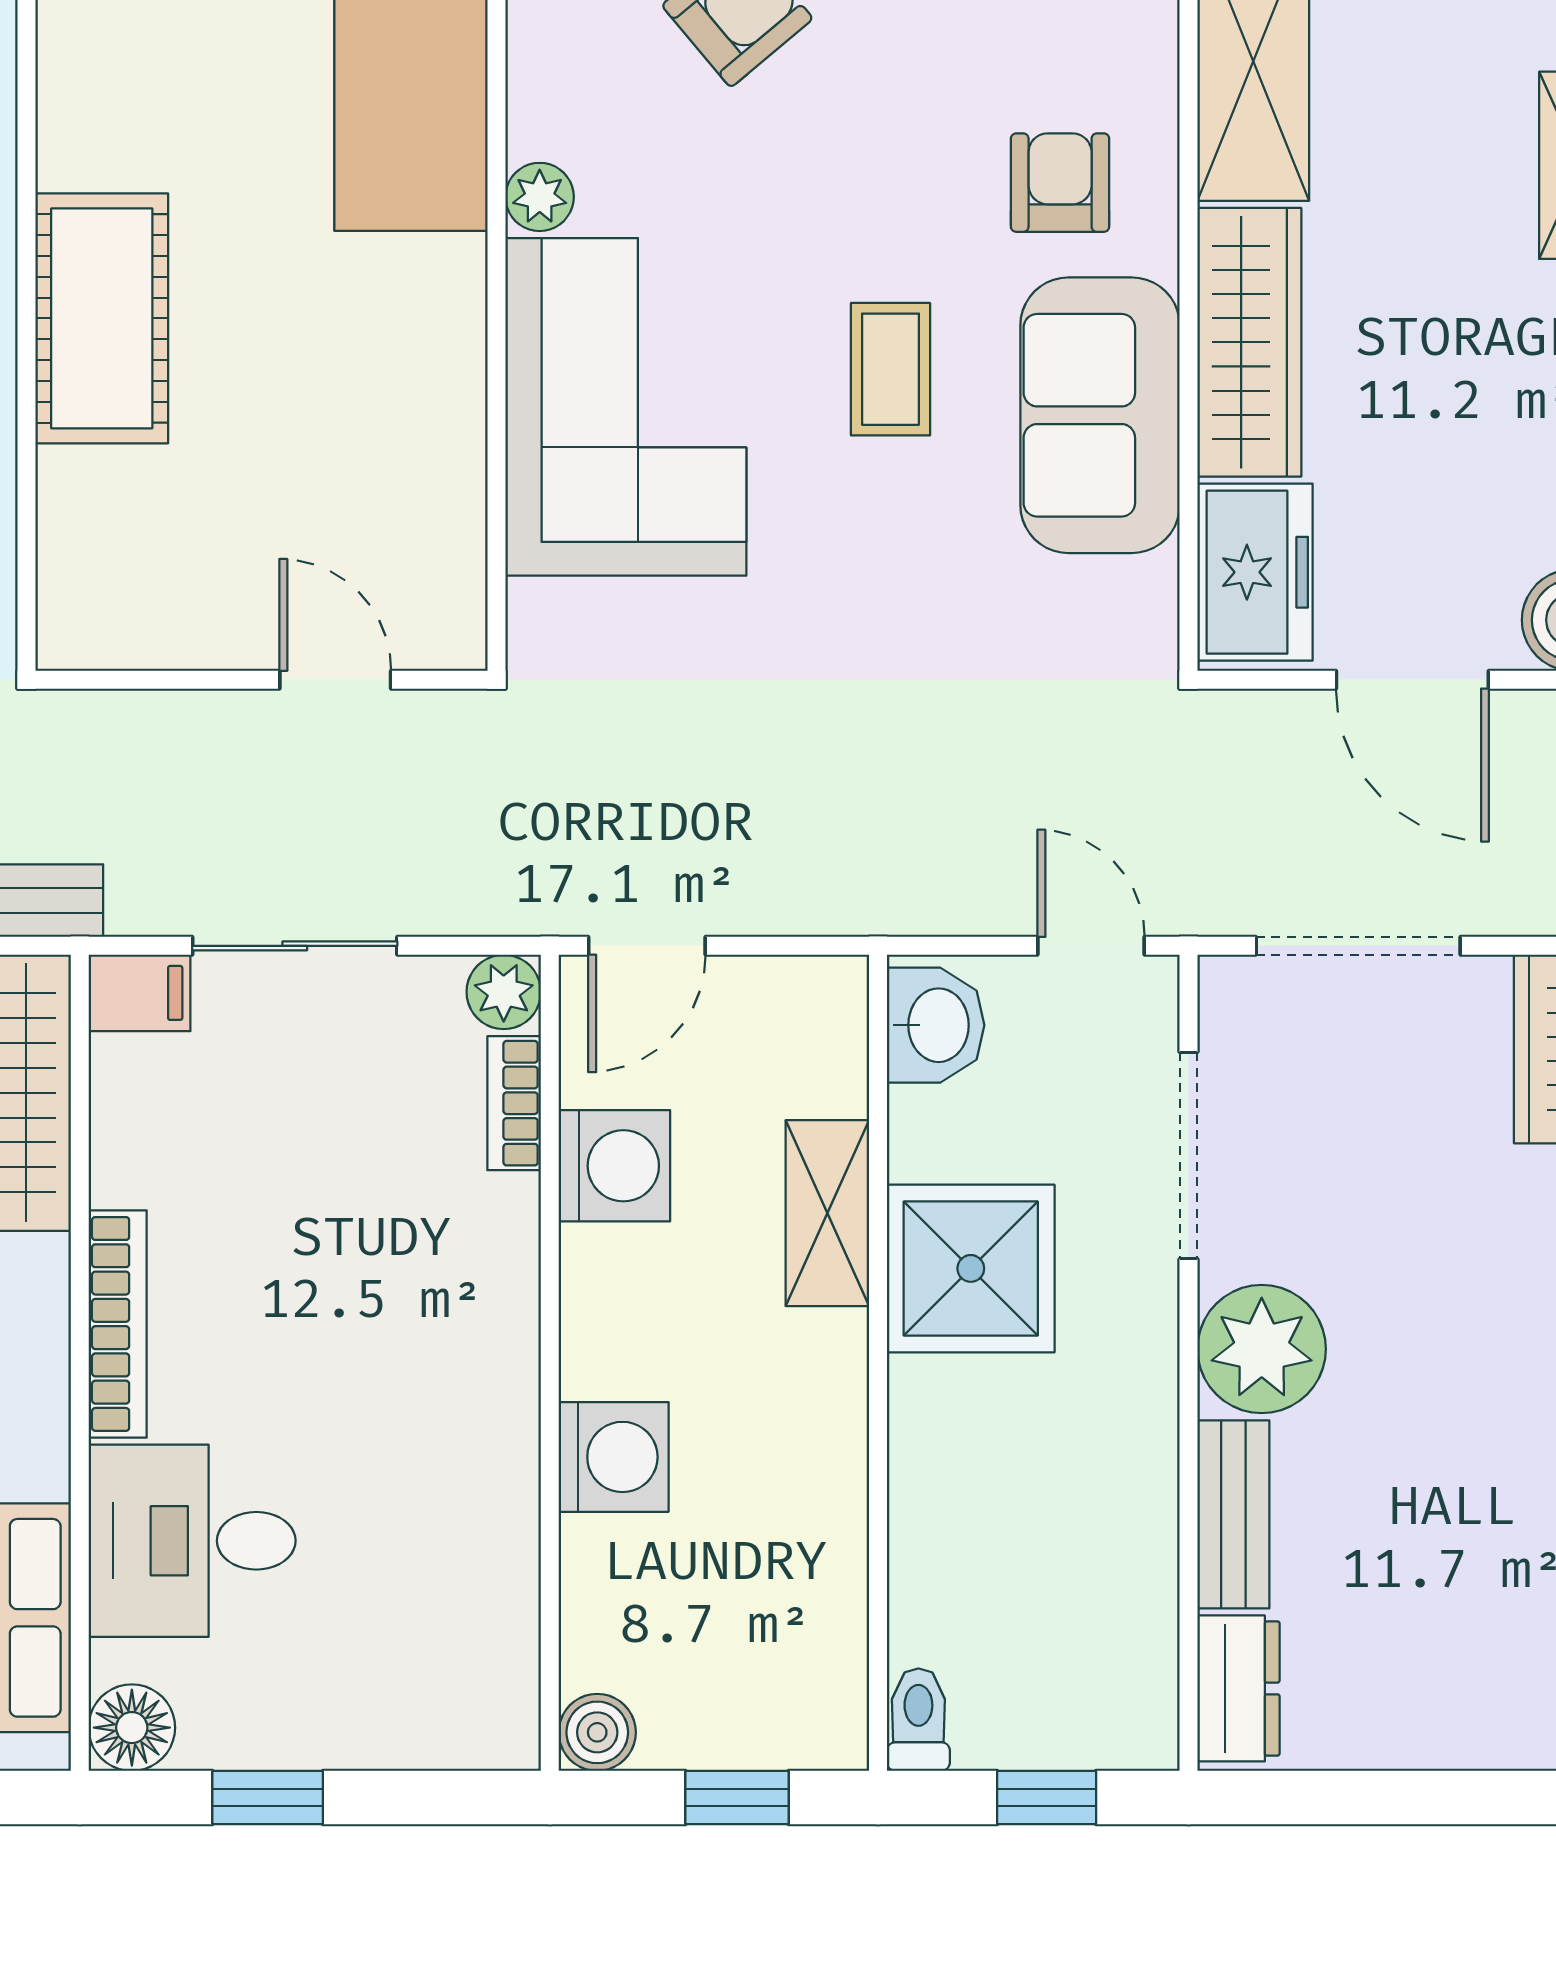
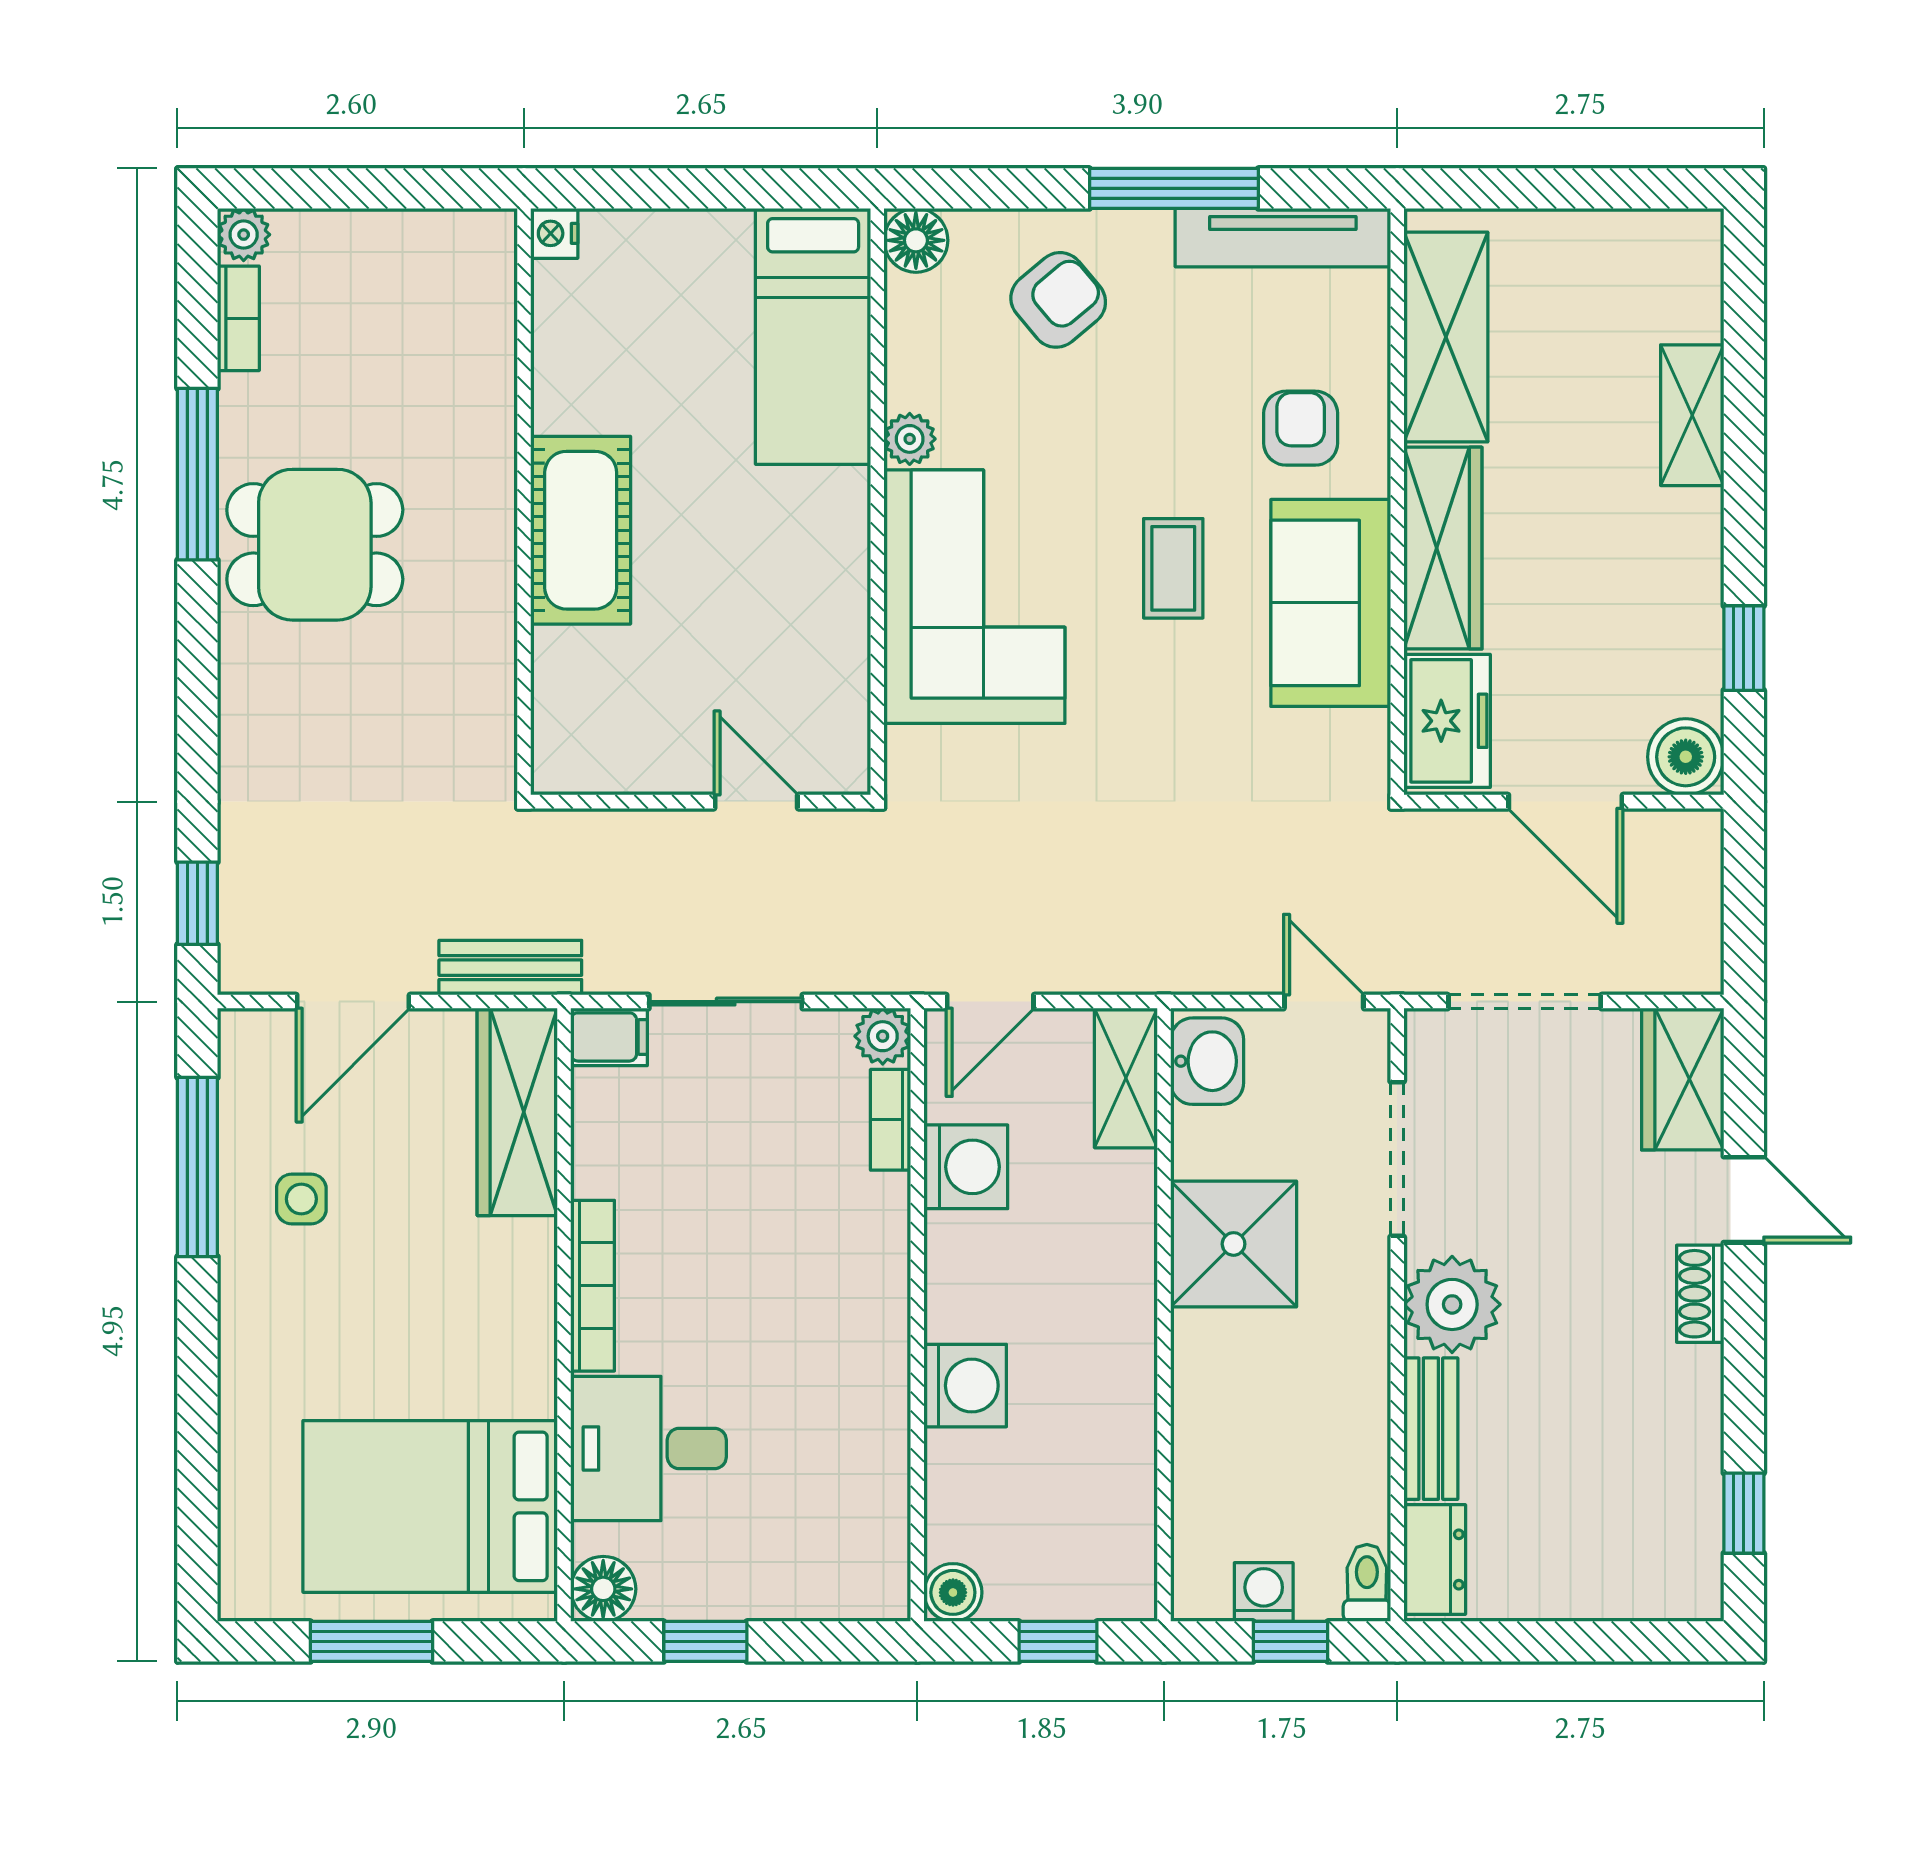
shelving: (827, 1213) -> (1126, 1078), moved
toilet: (918, 1720) -> (1367, 1583), moved
washing machine: (1011, 1732) -> (1264, 1592), added

